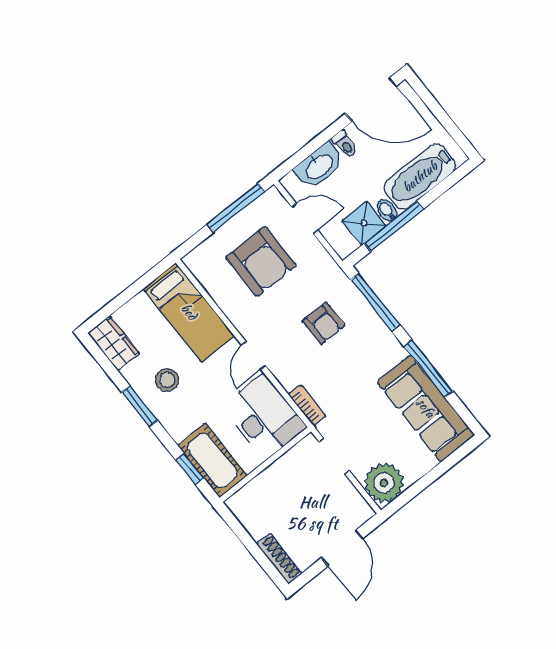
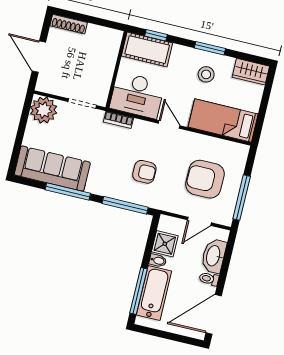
window: (394, 226) -> (139, 291), moved
armchair: (324, 323) -> (144, 172), turned 180

